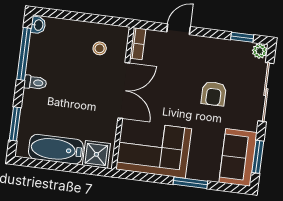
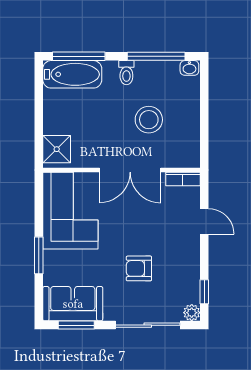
stool: (100, 48) -> (149, 120), moved, width x1.89, depth x1.89
window: (15, 124) -> (79, 56), width x1.44
bathtub: (56, 149) -> (72, 74), moved, turned 90

